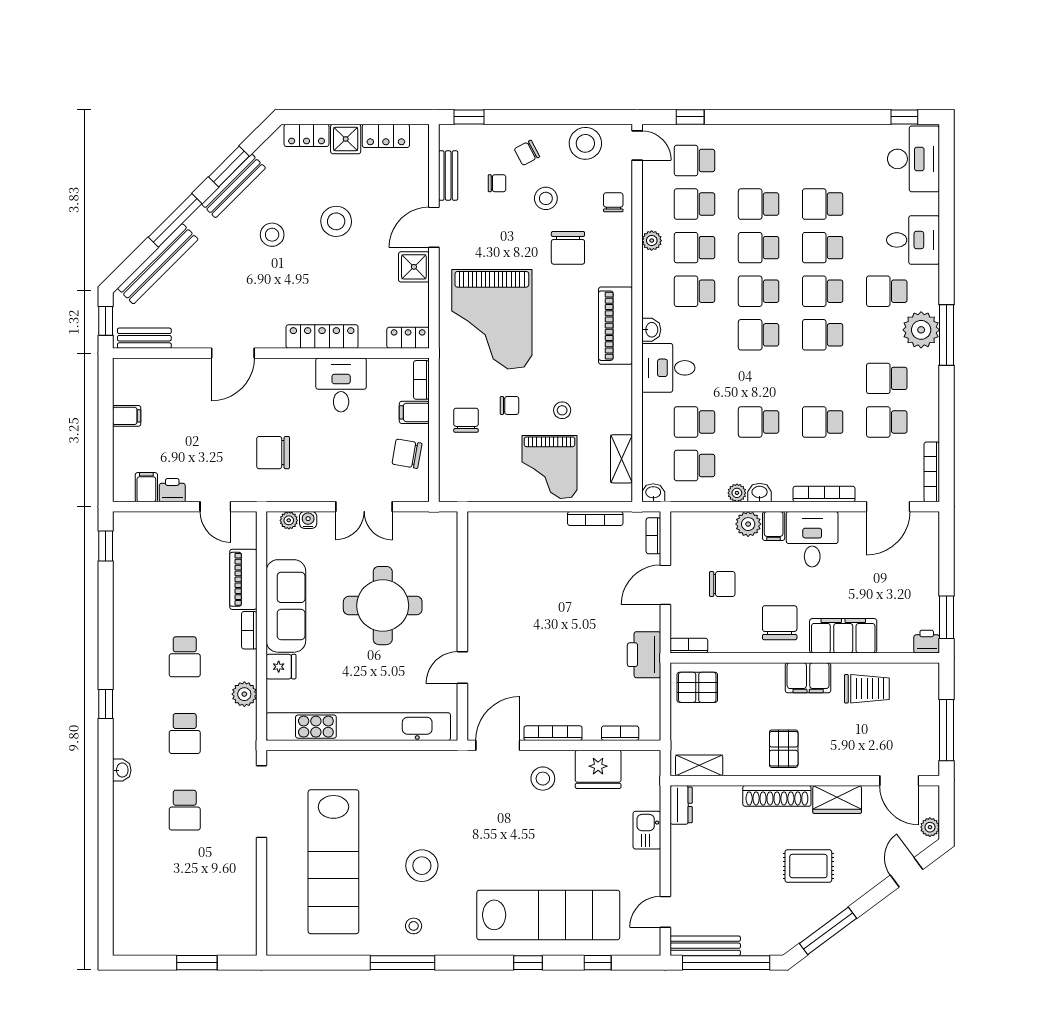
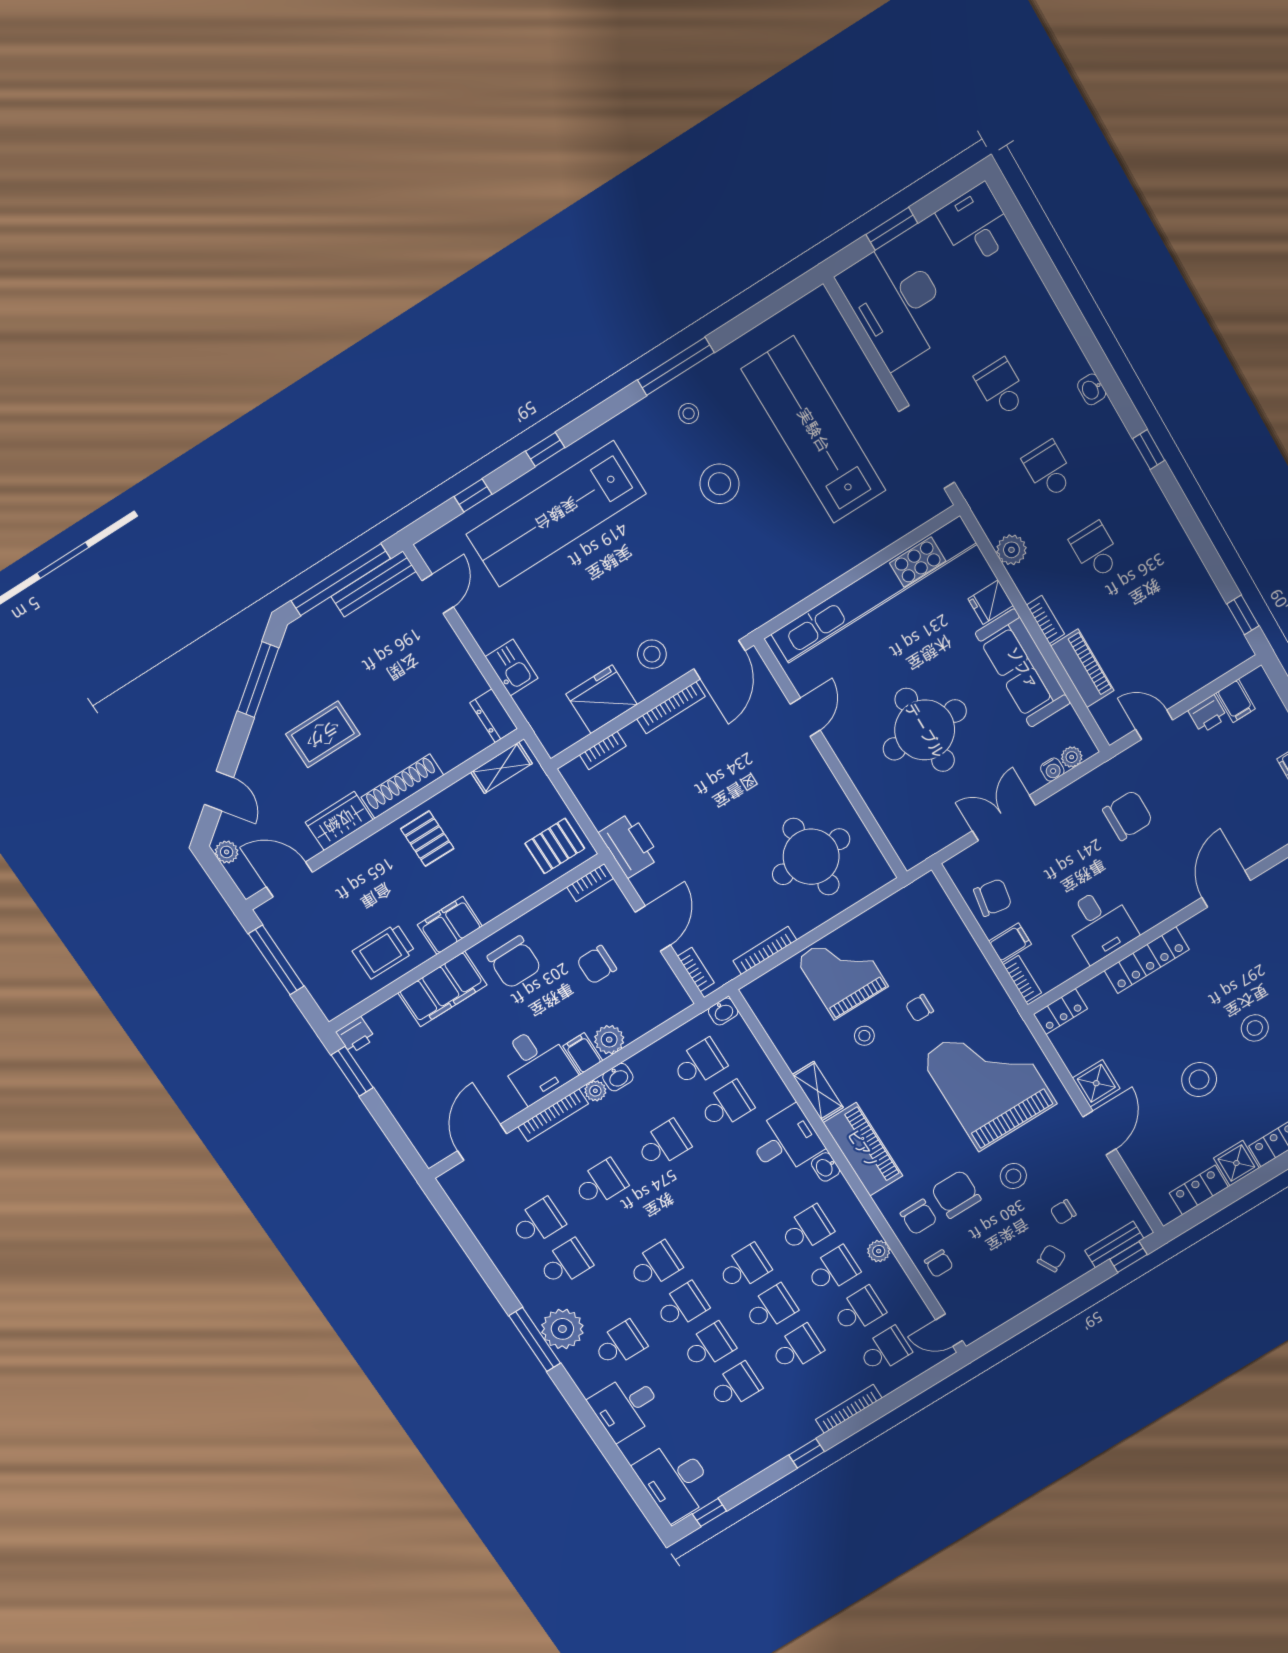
window: (690, 117) -> (807, 1453), moved
stool: (585, 143) -> (1000, 1301), removed
bench: (448, 176) -> (1114, 1245), moved, turned 90
stool: (546, 198) -> (1013, 1176), moved
school desk: (759, 335) -> (717, 1227), removed
chair: (466, 420) -> (919, 1217), moved
shelving: (621, 459) -> (818, 1091), moved
bookcase: (932, 472) -> (849, 1409), moved, turned -90
plant: (737, 493) -> (595, 1091), moved
round table: (520, 566) -> (811, 857), added
desk: (224, 911) -> (896, 303), added
desk: (137, 930) -> (976, 225), added

